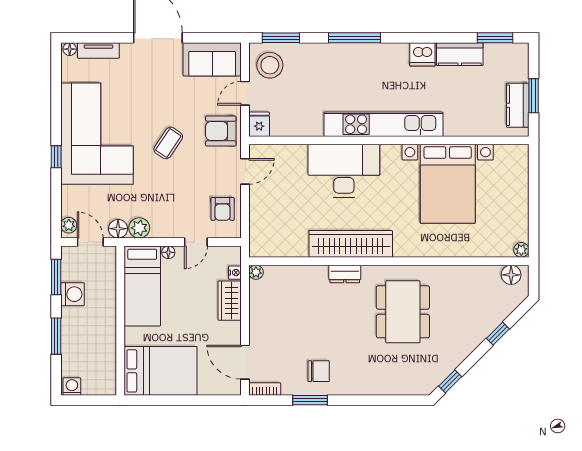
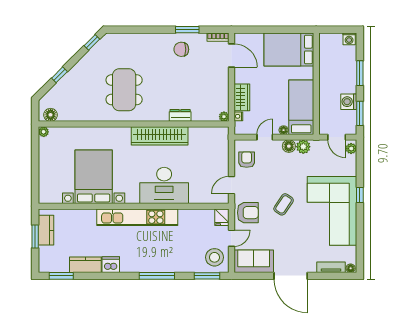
floor lamp: (118, 229) -> (289, 146), moved
dresser: (345, 274) -> (180, 115), moved

